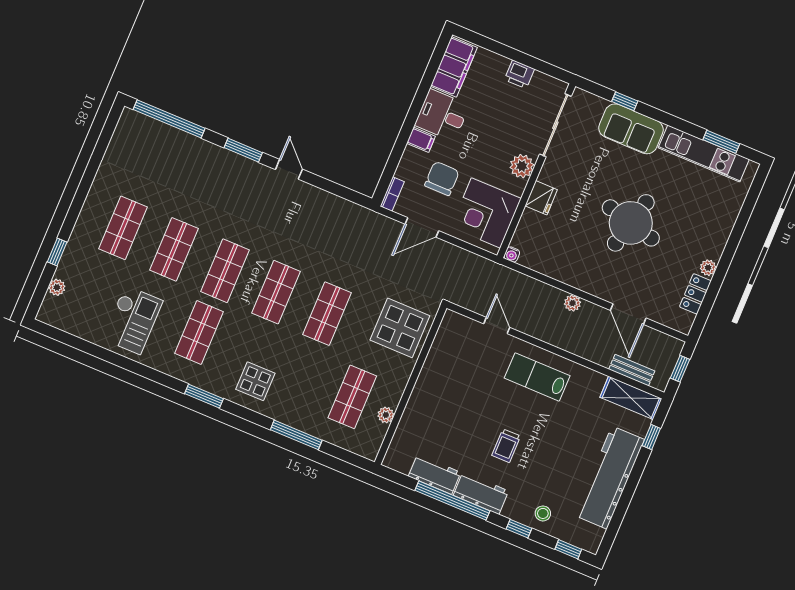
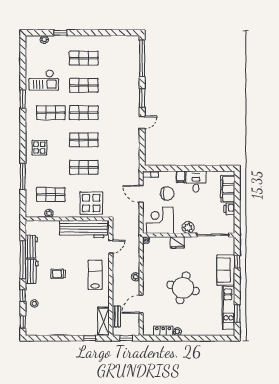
filing cabinet: (454, 67) -> (228, 189), moved, turned 90
window: (204, 396) -> (23, 99), moved
workbench: (609, 477) -> (83, 229), moved, turned 180

